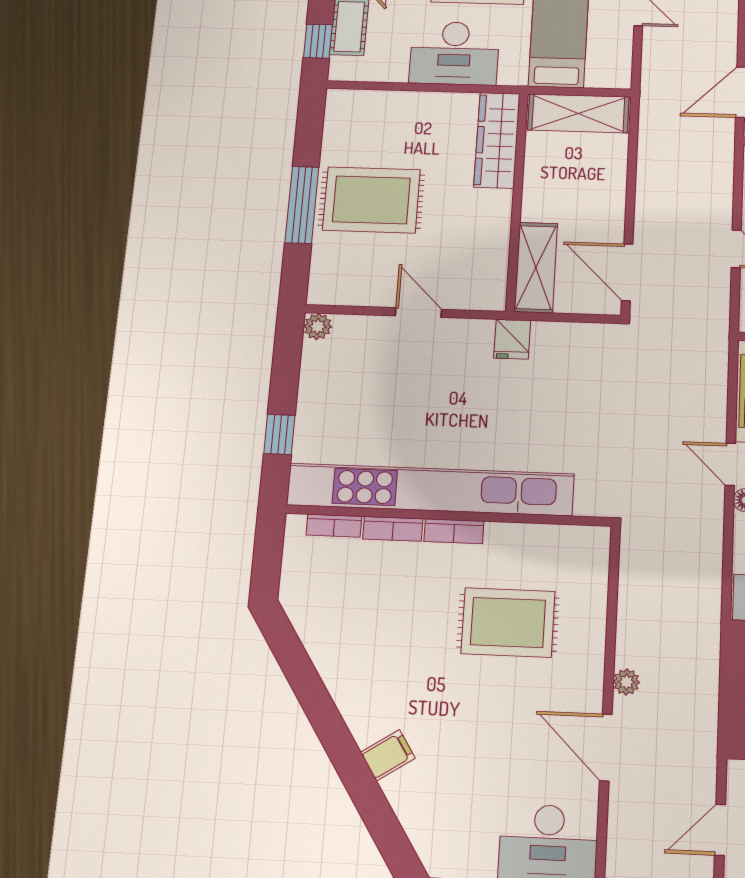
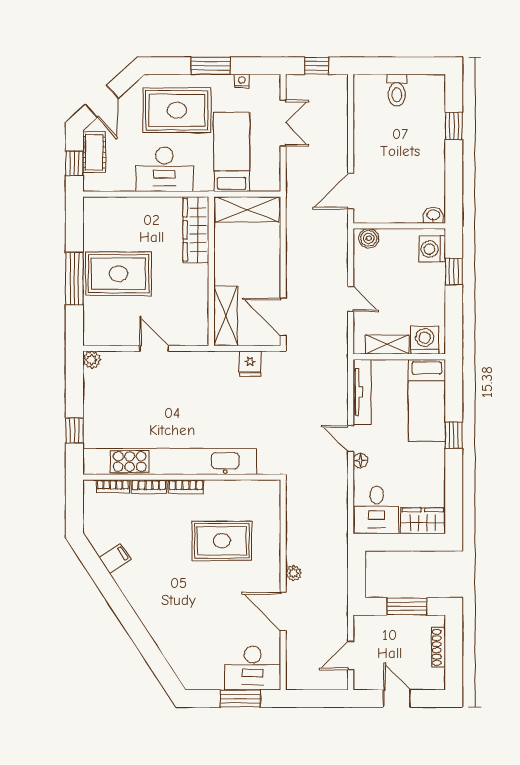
fridge: (512, 339) -> (250, 364), moved
filing cabinet: (388, 755) -> (115, 558), moved

